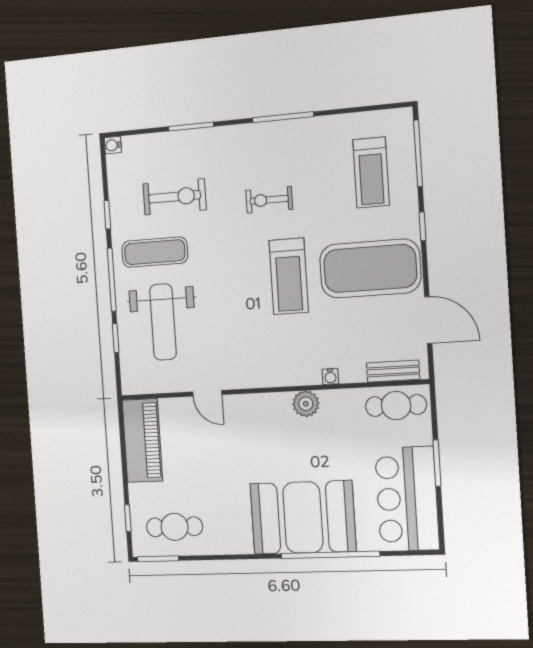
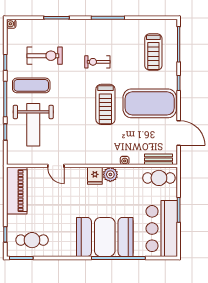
fridge: (278, 407) -> (95, 176), added

